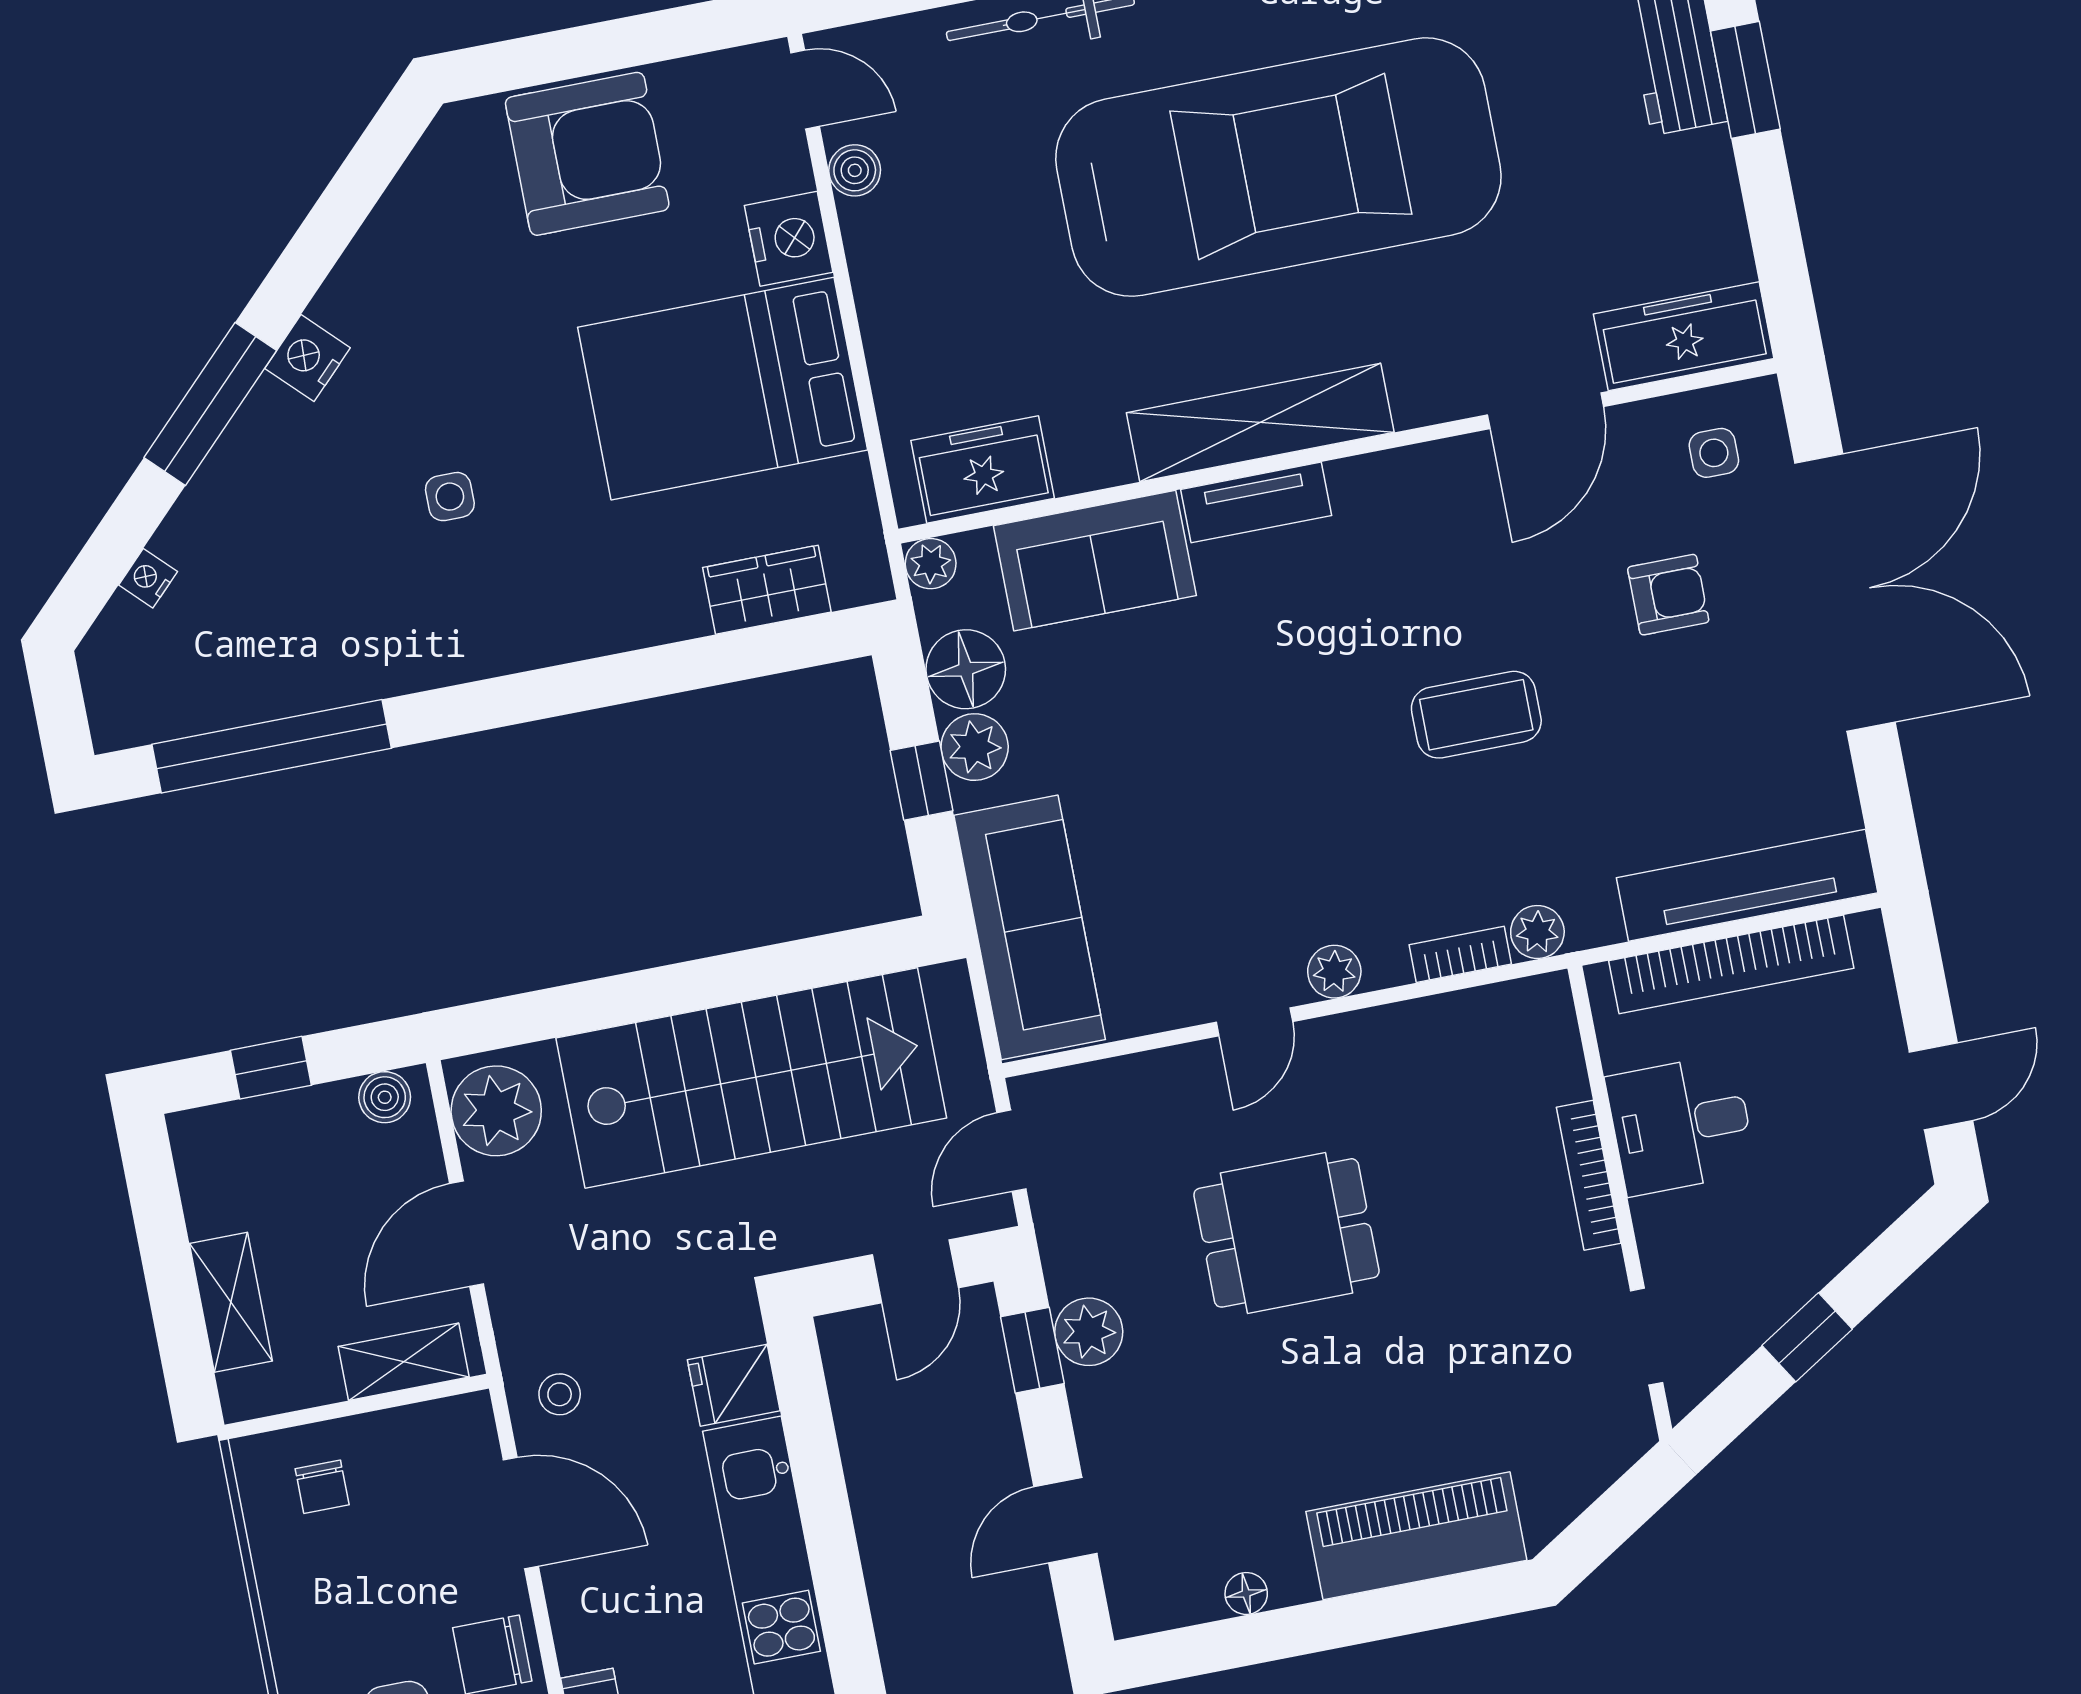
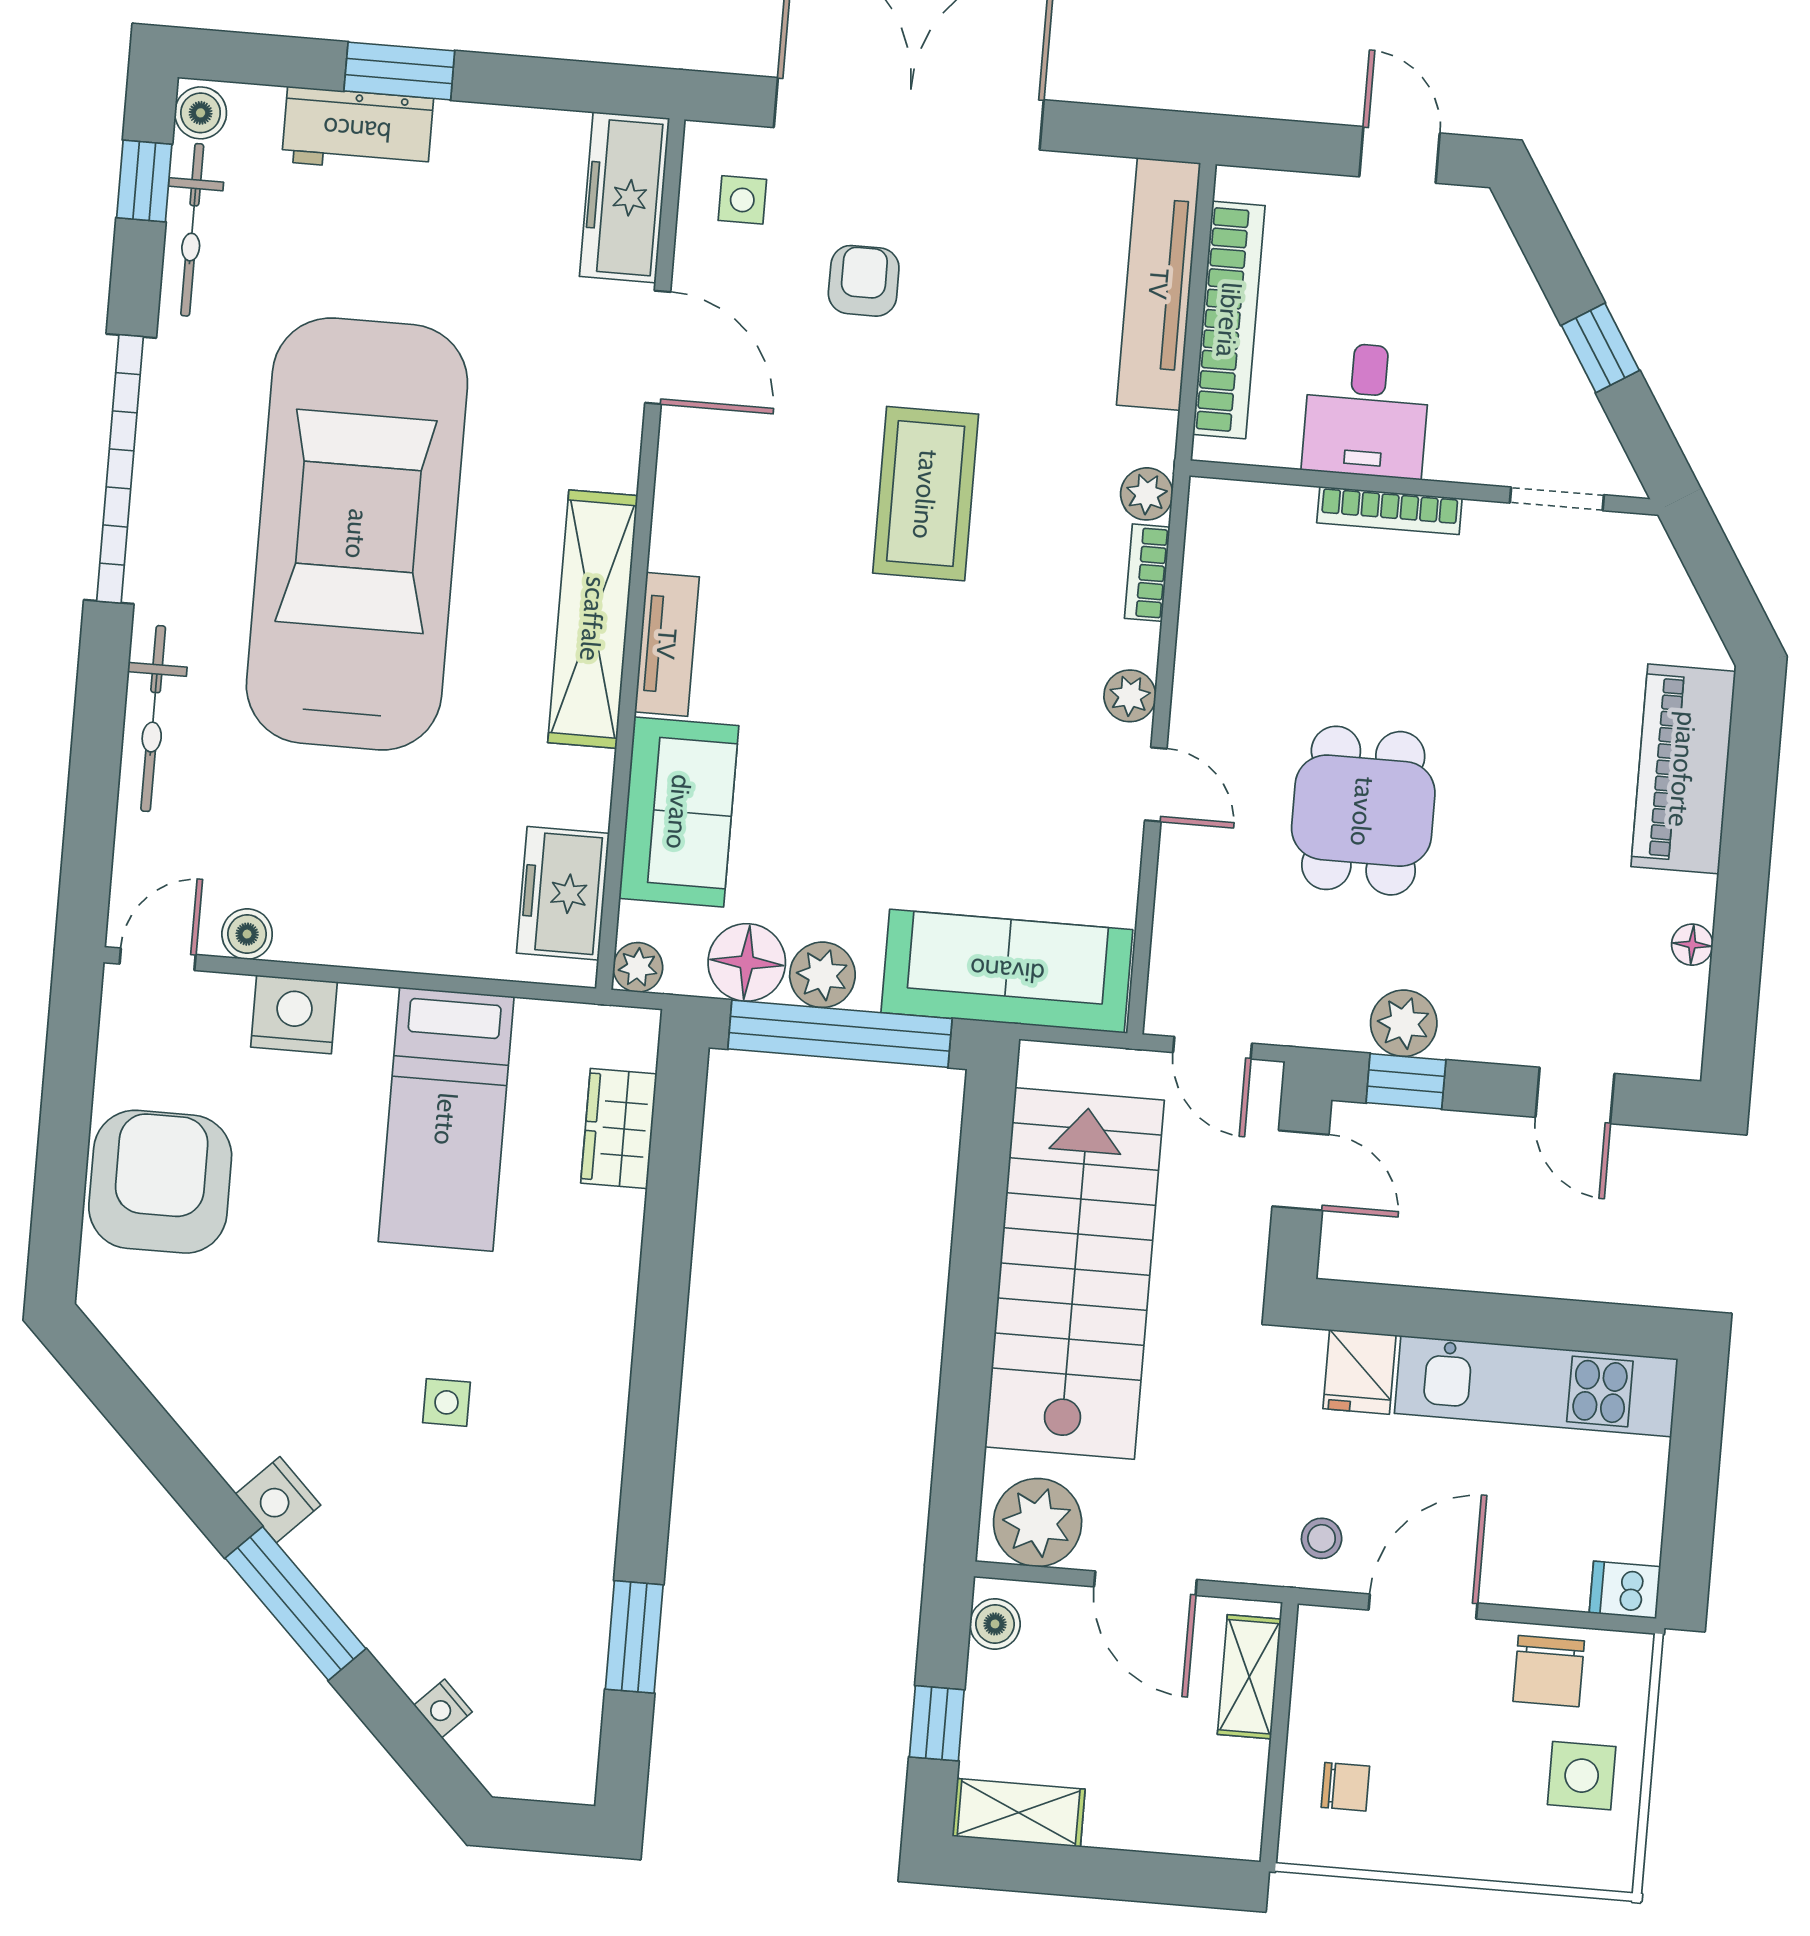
bed: (723, 389) -> (446, 1119), width x0.67
coffee table: (1476, 715) -> (926, 494), width x1.36, depth x1.32
window: (272, 746) -> (634, 1637), width x0.47
window: (922, 781) -> (840, 1034), width x3.17
shelving: (231, 1302) -> (1019, 1813), moved

